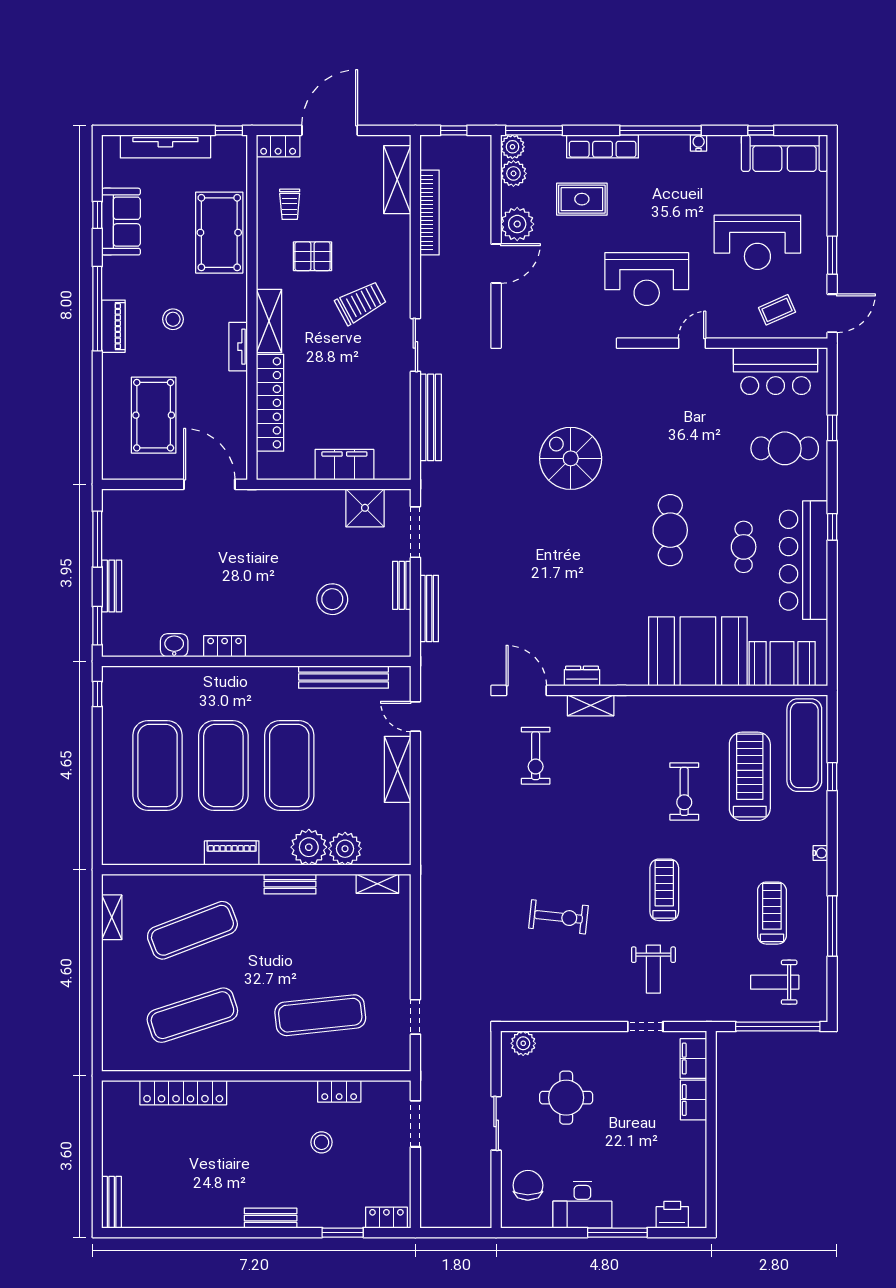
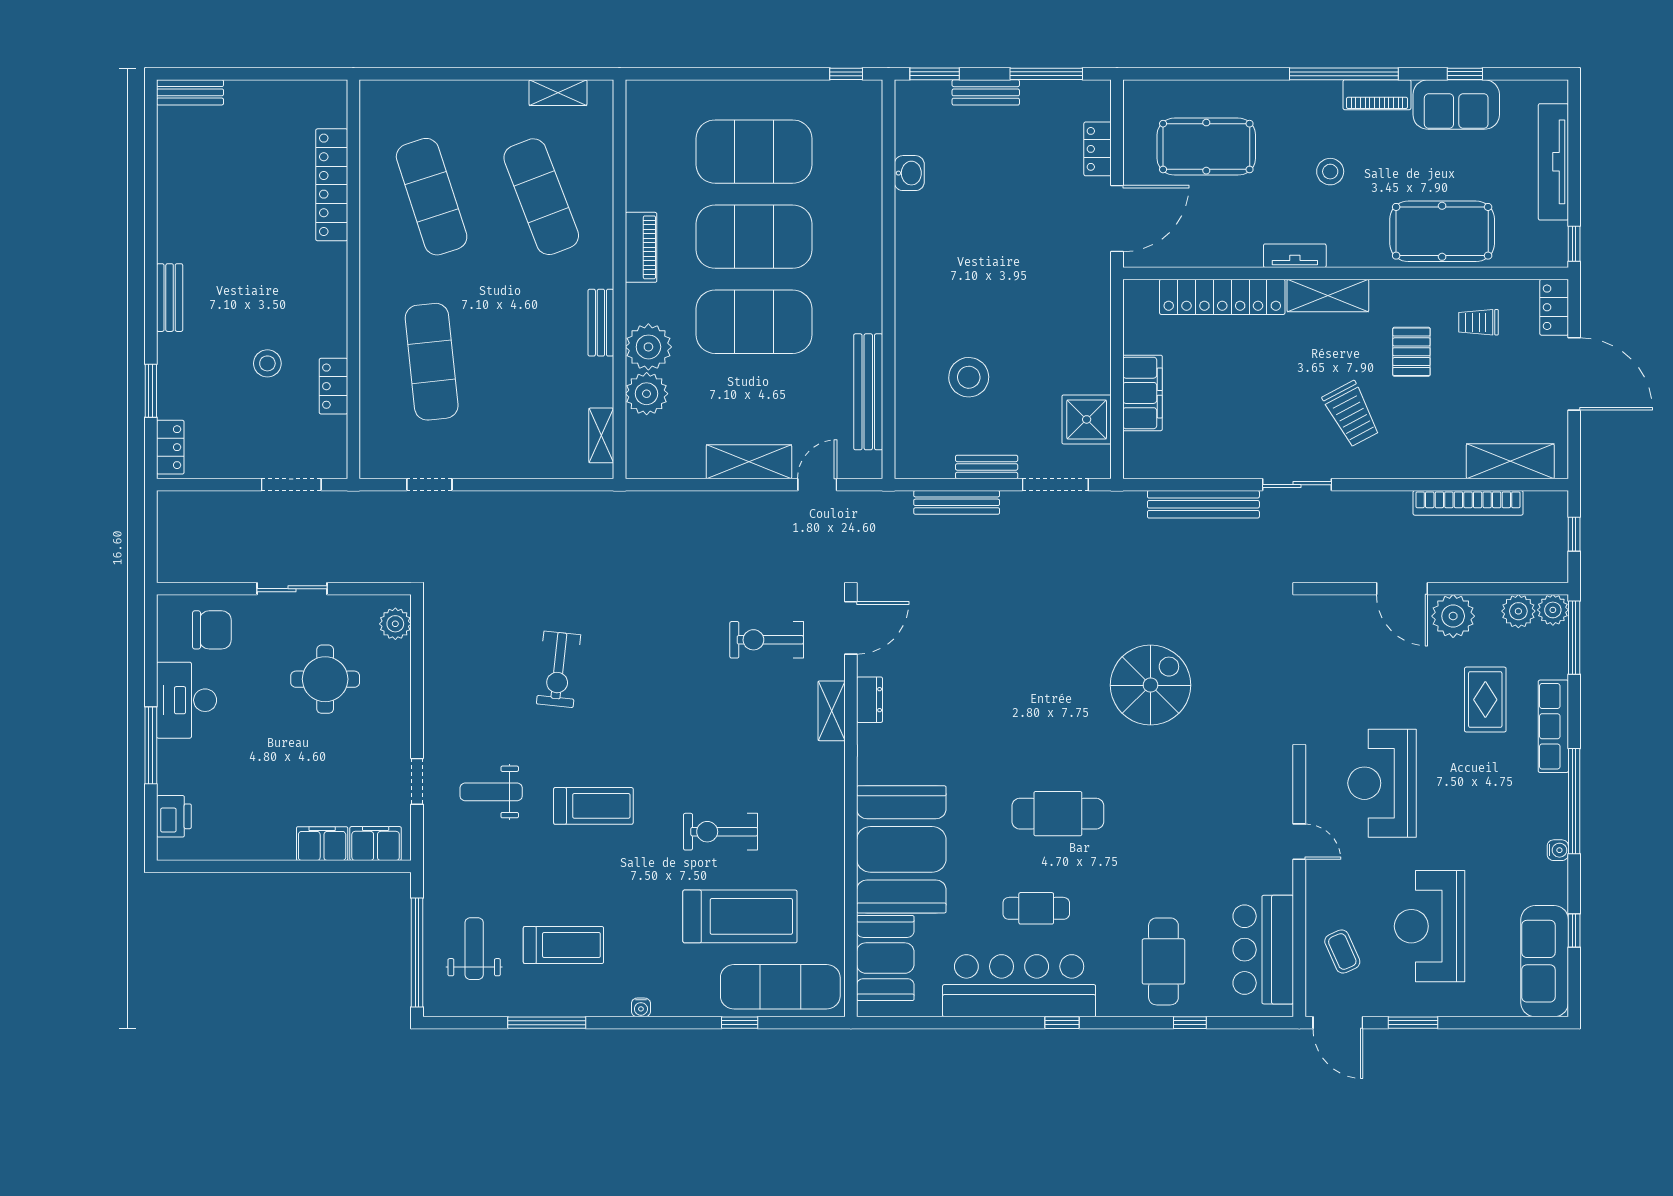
piano: (113, 326) -> (1377, 95), moved
locker: (225, 646) -> (1098, 149), moved, turned 180

